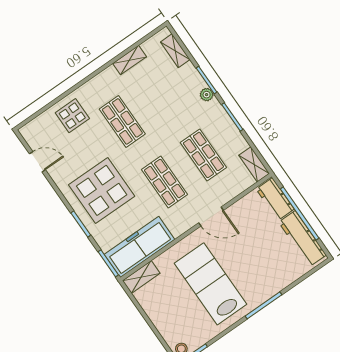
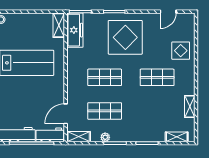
plant: (207, 95) -> (105, 137), moved
door: (211, 217) -> (66, 114), moved
freezer: (139, 247) -> (75, 30), width x0.73, depth x0.79

